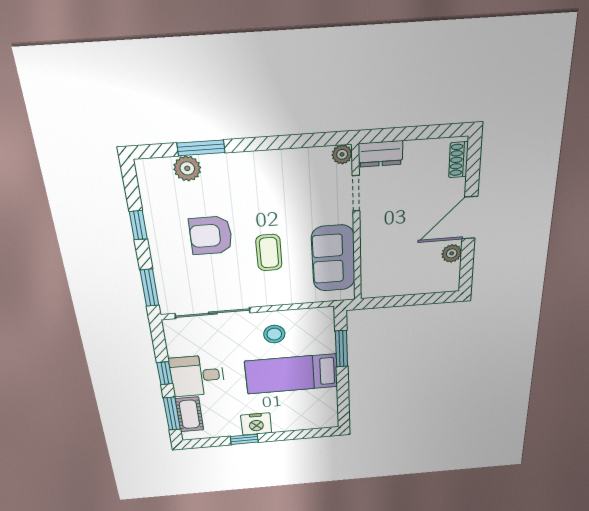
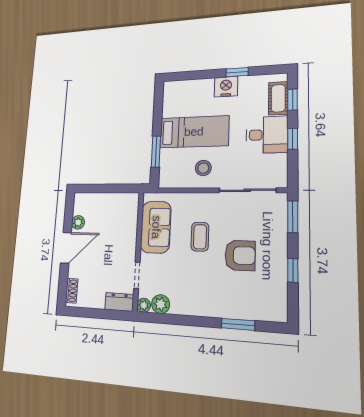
plant: (187, 168) -> (161, 304), moved
window: (172, 414) -> (293, 100), width x0.67

